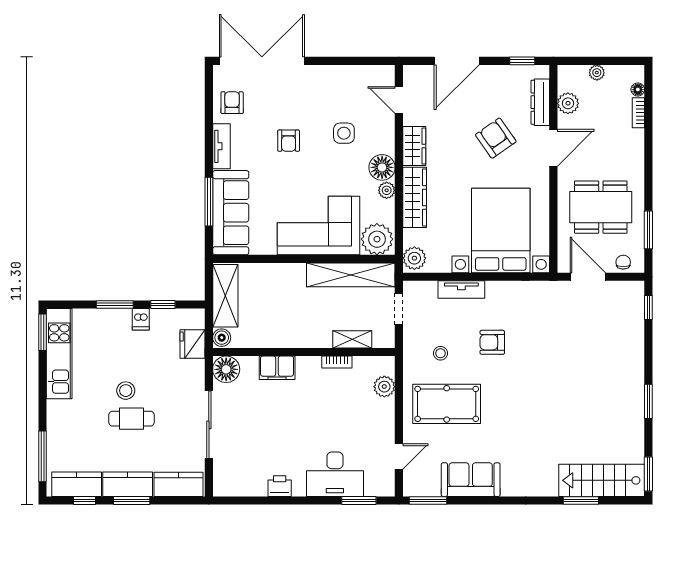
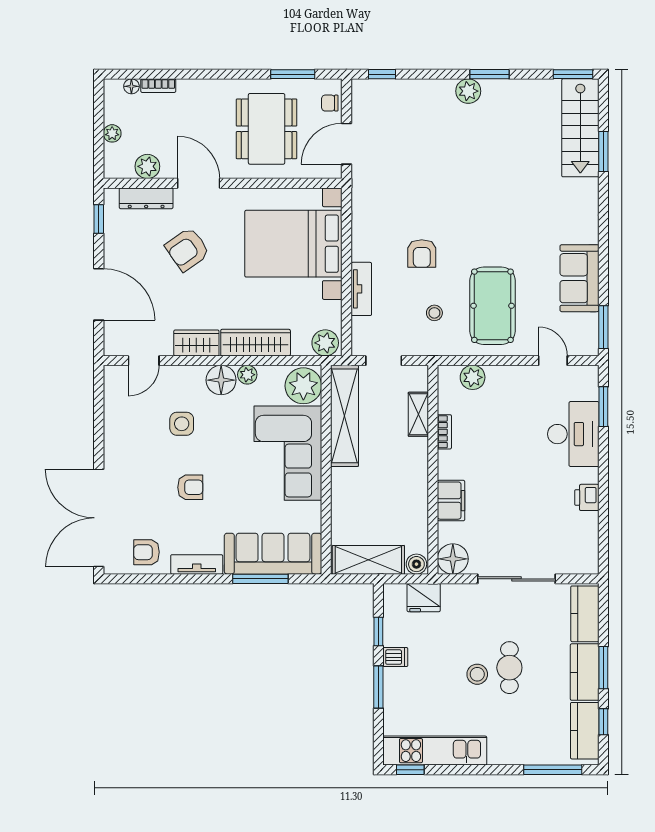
window: (43, 332) -> (410, 770), width x0.67
plant: (634, 383) -> (468, 91), added

